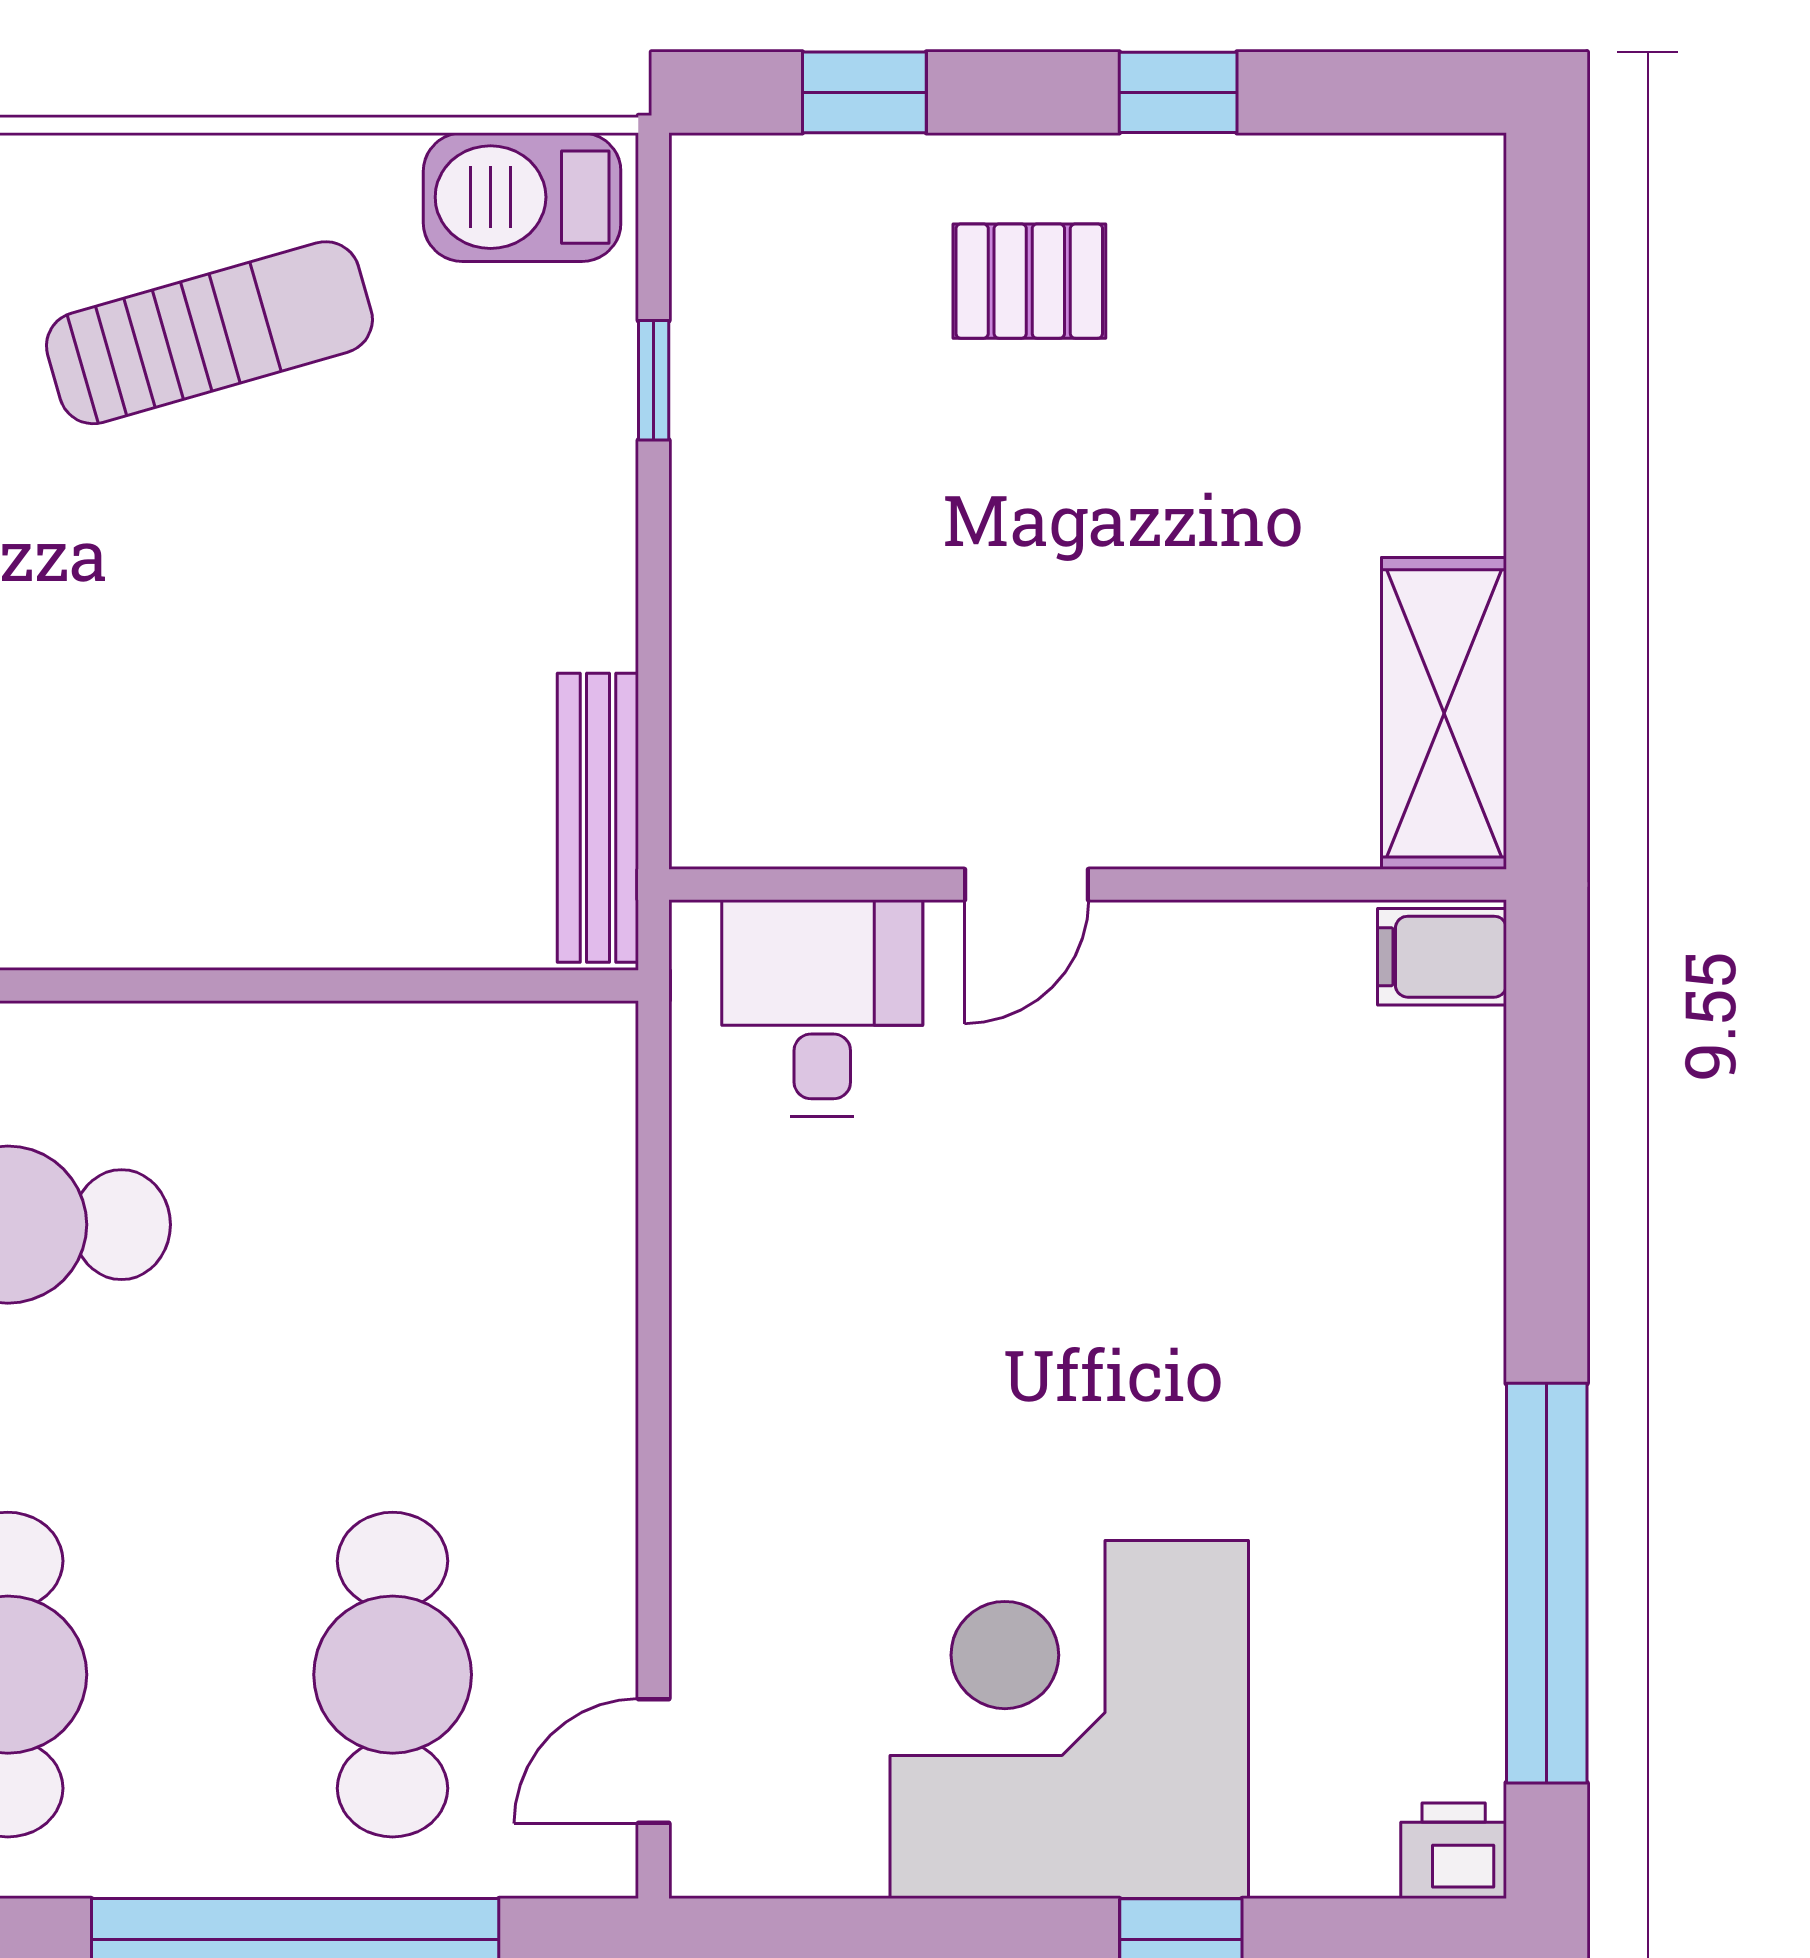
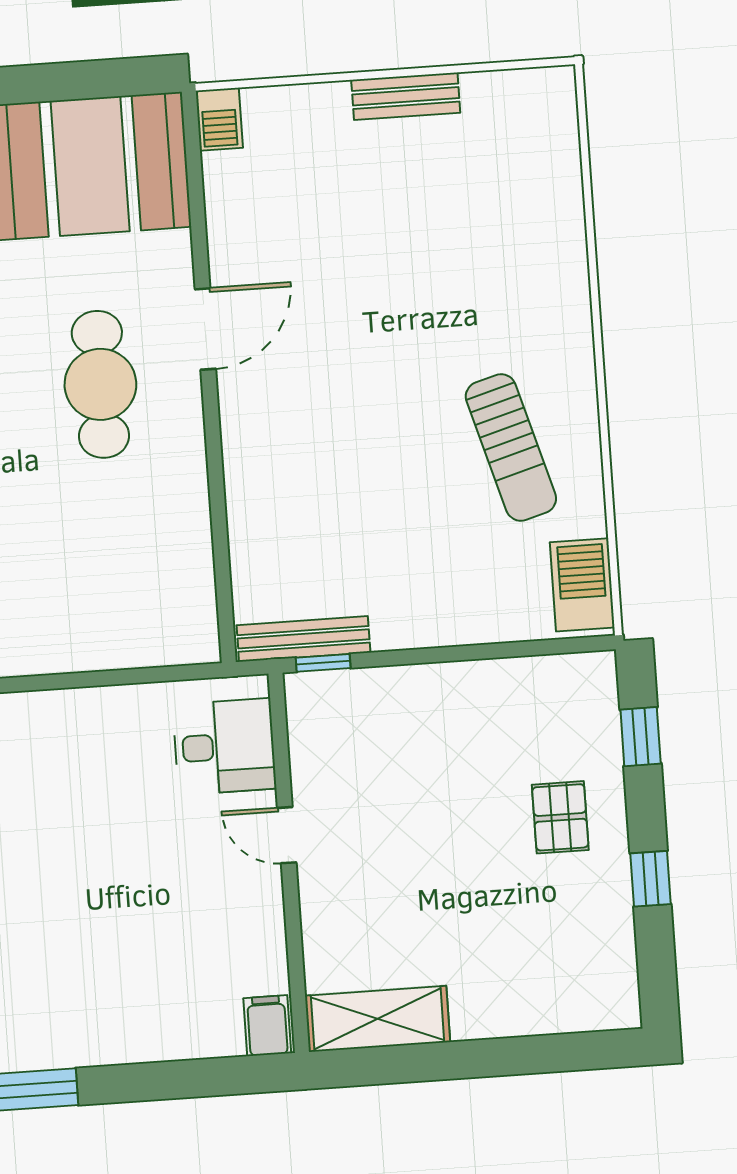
window: (654, 380) -> (323, 663), moved

